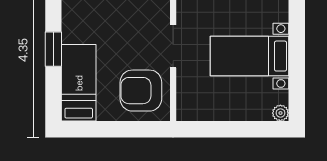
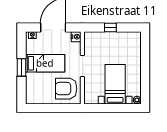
bed with nightstands: (250, 56) -> (115, 84), moved, turned 90
bed: (79, 83) -> (45, 63), moved, turned 90

